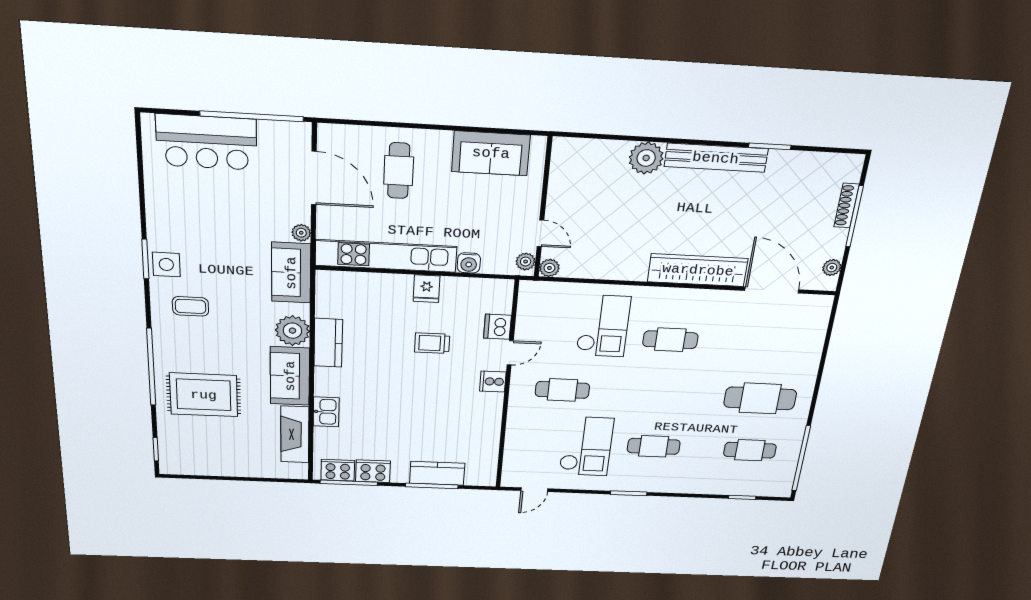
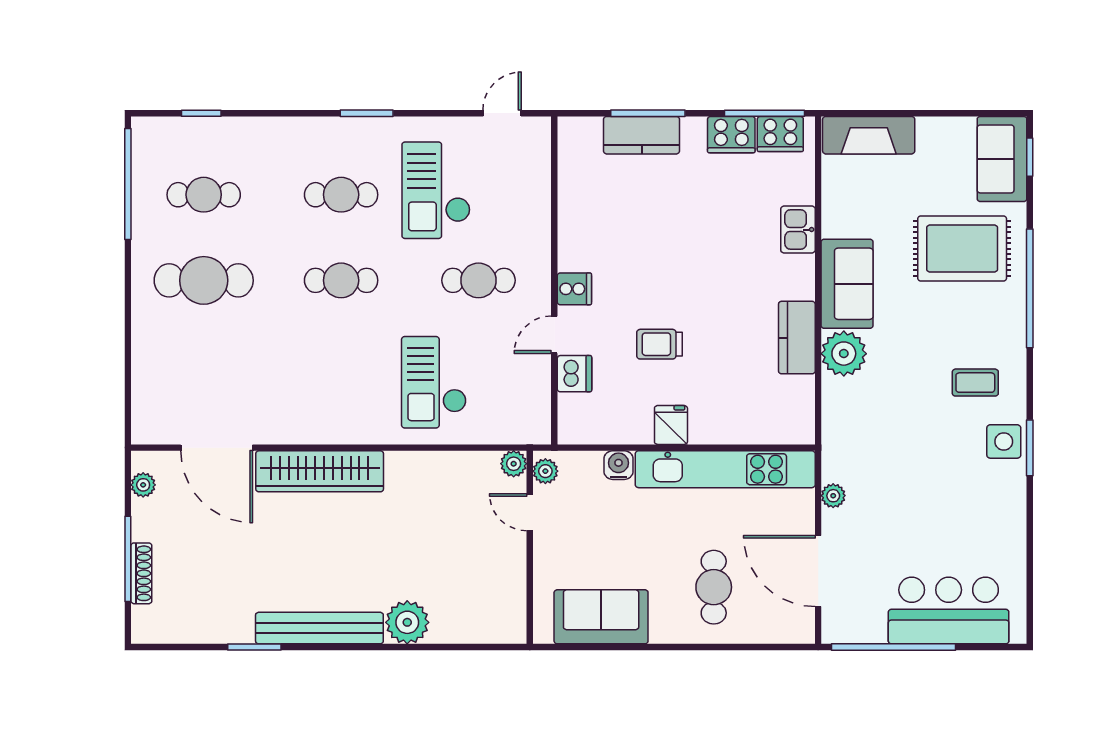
sofa: (291, 273) -> (1002, 159), moved, turned 180
cafe table: (670, 340) -> (341, 280), moved
trolley: (432, 343) -> (660, 344), turned 180
fireplace: (295, 434) -> (869, 135), moved, turned 90

